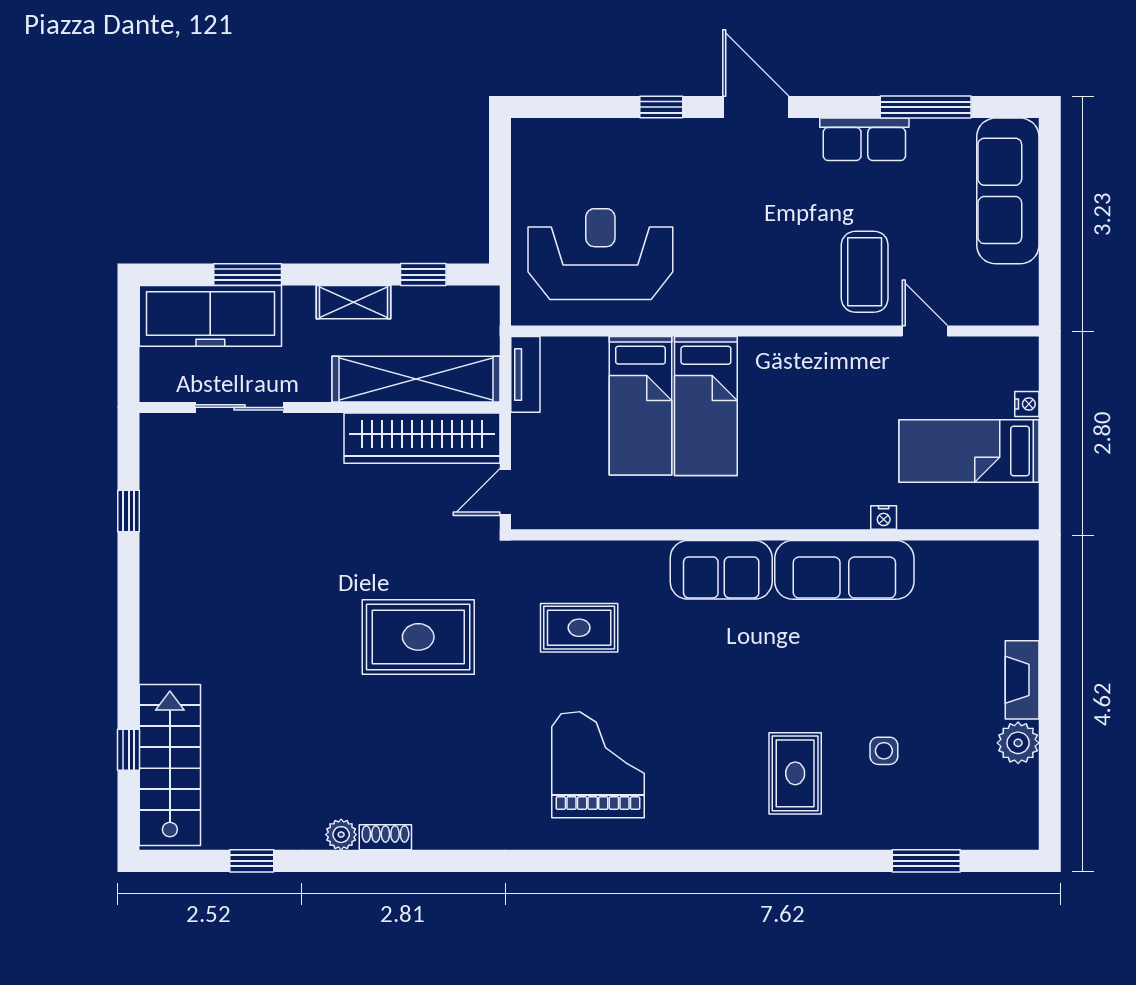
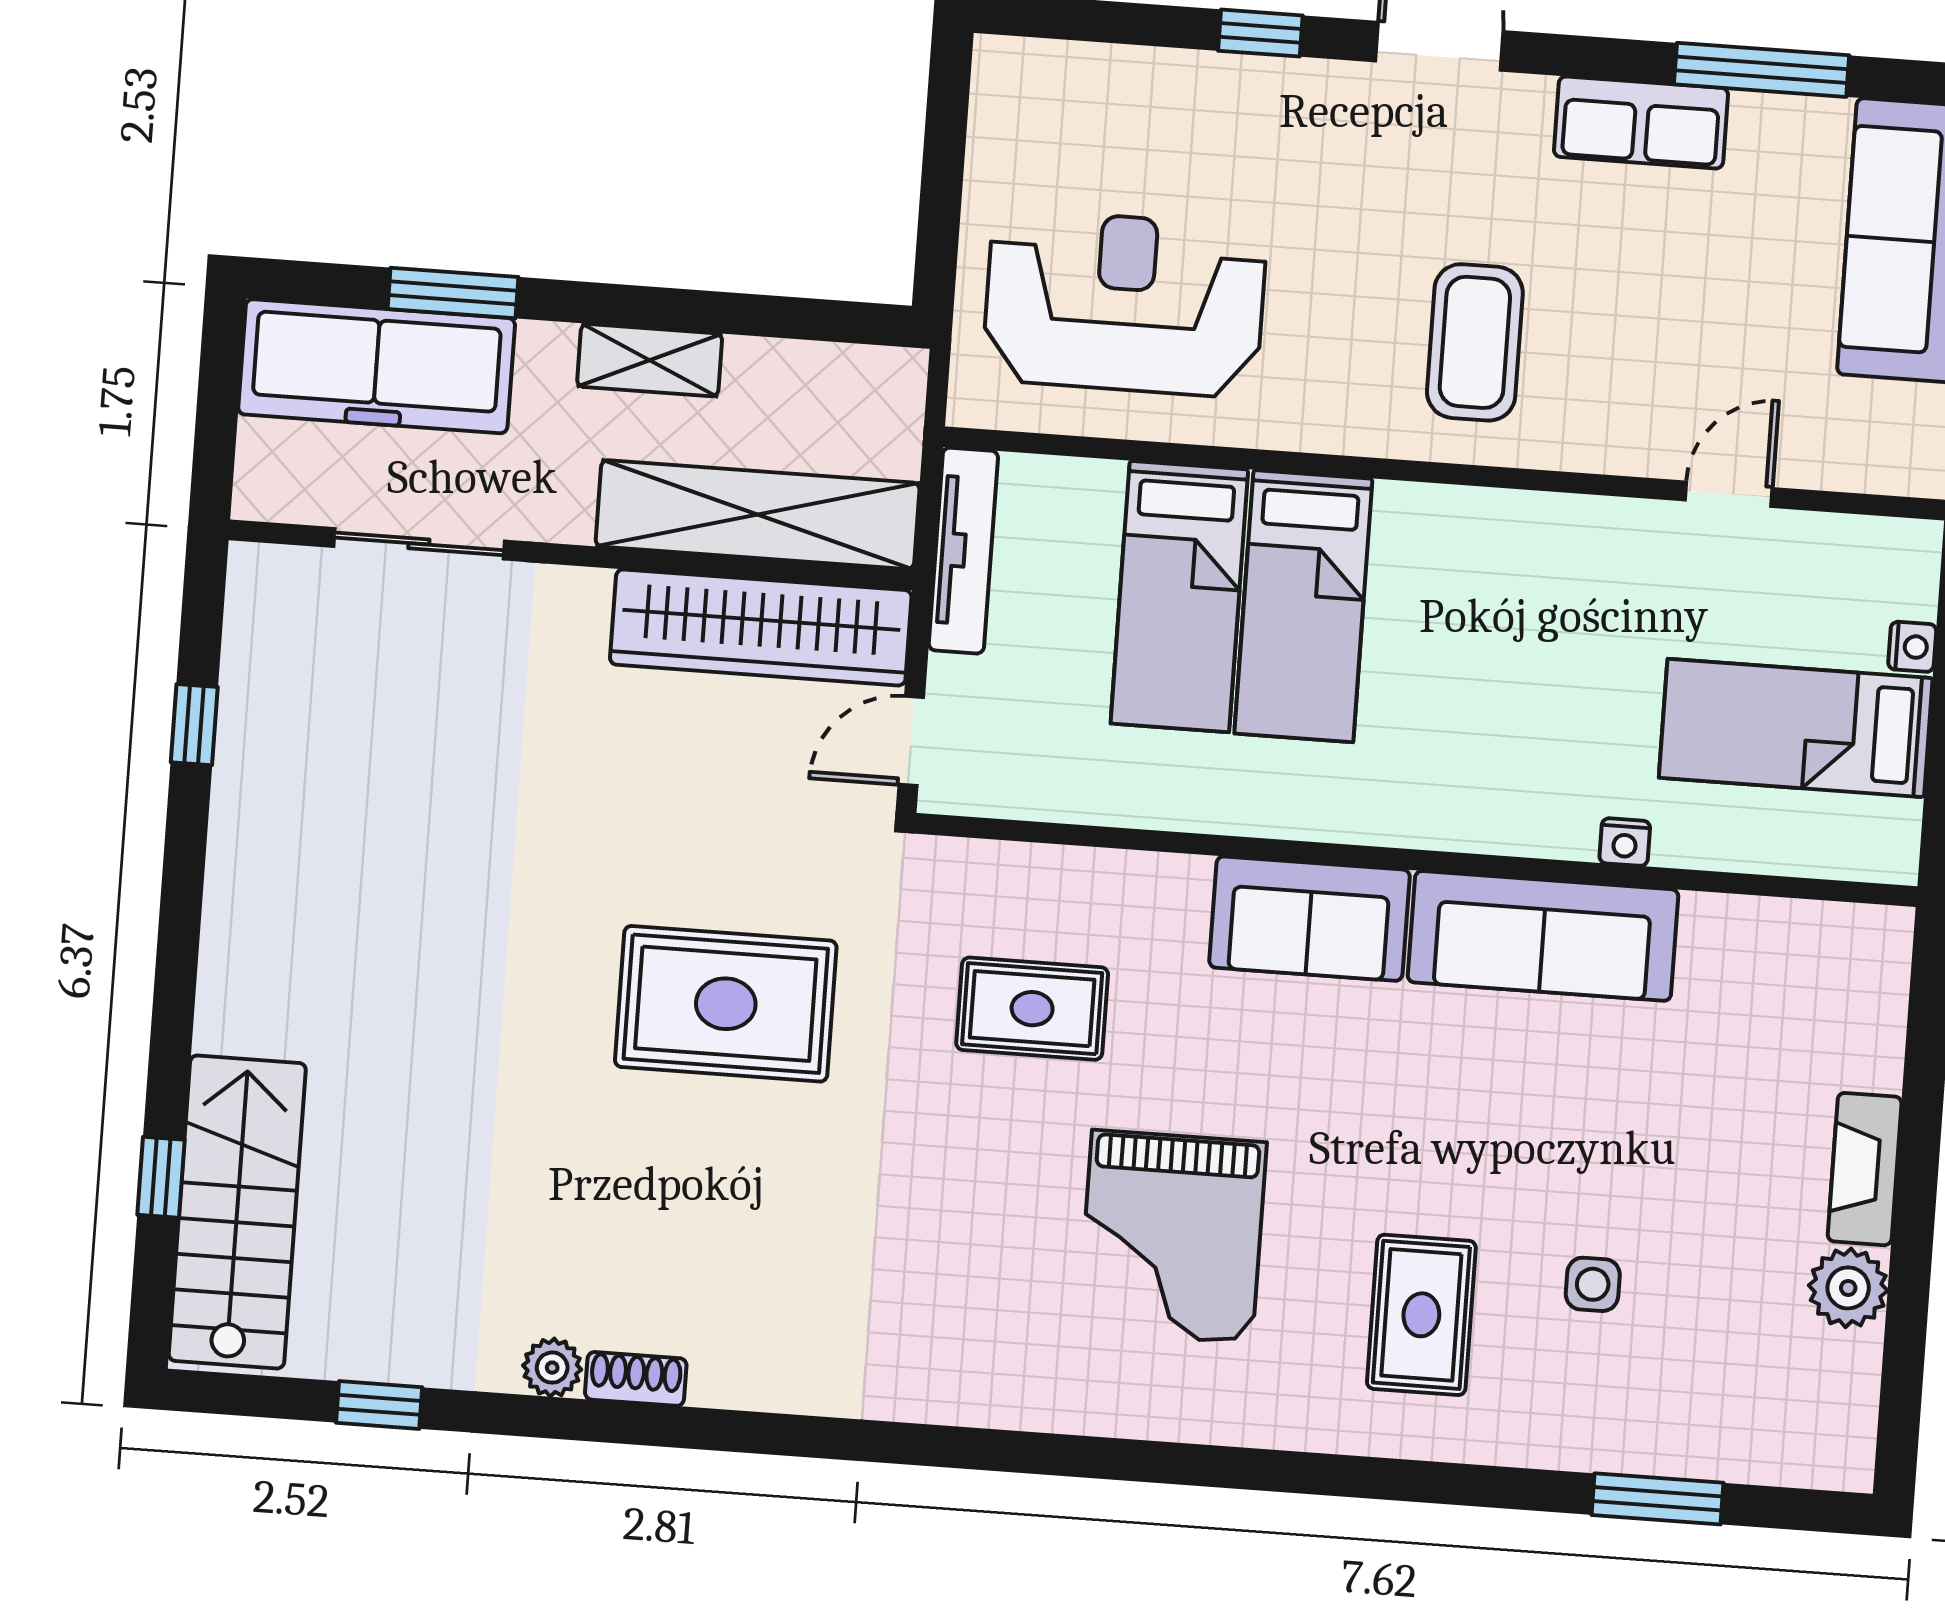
coffee table: (865, 272) -> (1475, 342), moved
window: (423, 275) -> (786, 317), removed
door: (925, 331) -> (1729, 494), hinge flipped
tv unit: (525, 374) -> (963, 551), width x1.41
grand piano: (598, 765) -> (1172, 1237), moved, turned 180

